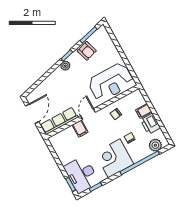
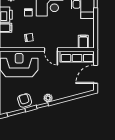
door: (88, 114) -> (51, 50), hinge flipped
filing cabinet: (80, 129) -> (83, 42), moved

